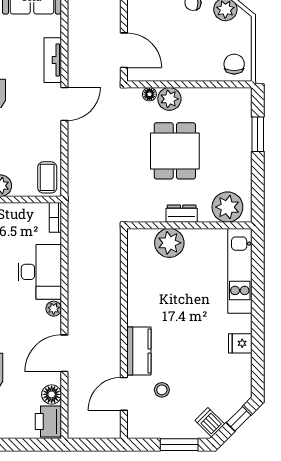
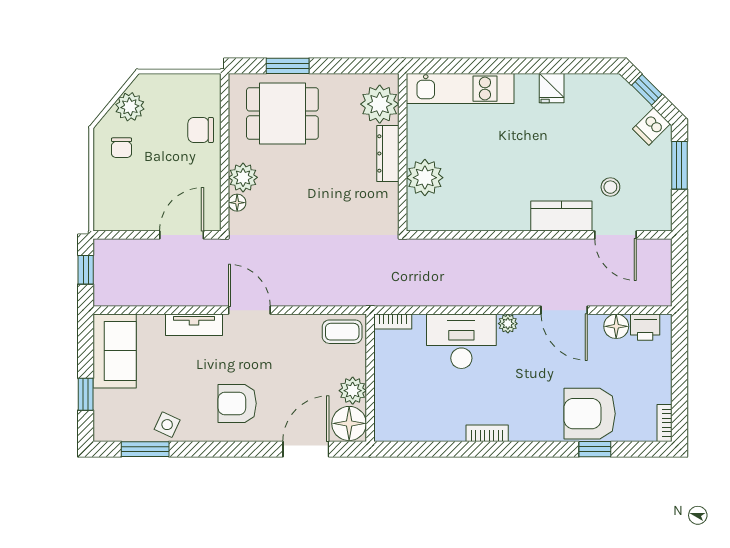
chair: (234, 64) -> (201, 130), moved
dining table: (175, 151) -> (282, 113), moved
dresser: (182, 214) -> (388, 153), width x1.44
printer: (48, 422) -> (645, 327), width x0.73, depth x0.81

